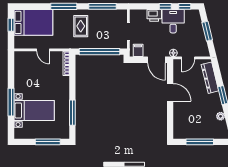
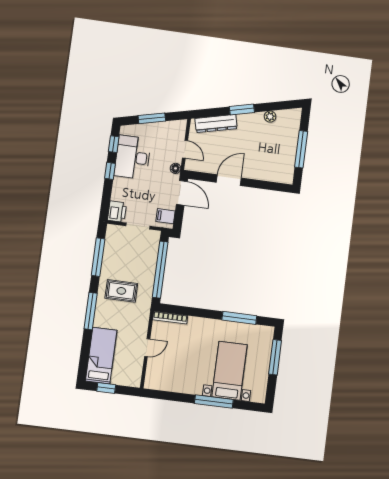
printer: (154, 15) -> (117, 212), moved
desk: (173, 21) -> (133, 157), width x1.37
bed: (33, 22) -> (101, 356), width x0.67
door: (156, 60) -> (182, 193), hinge flipped

